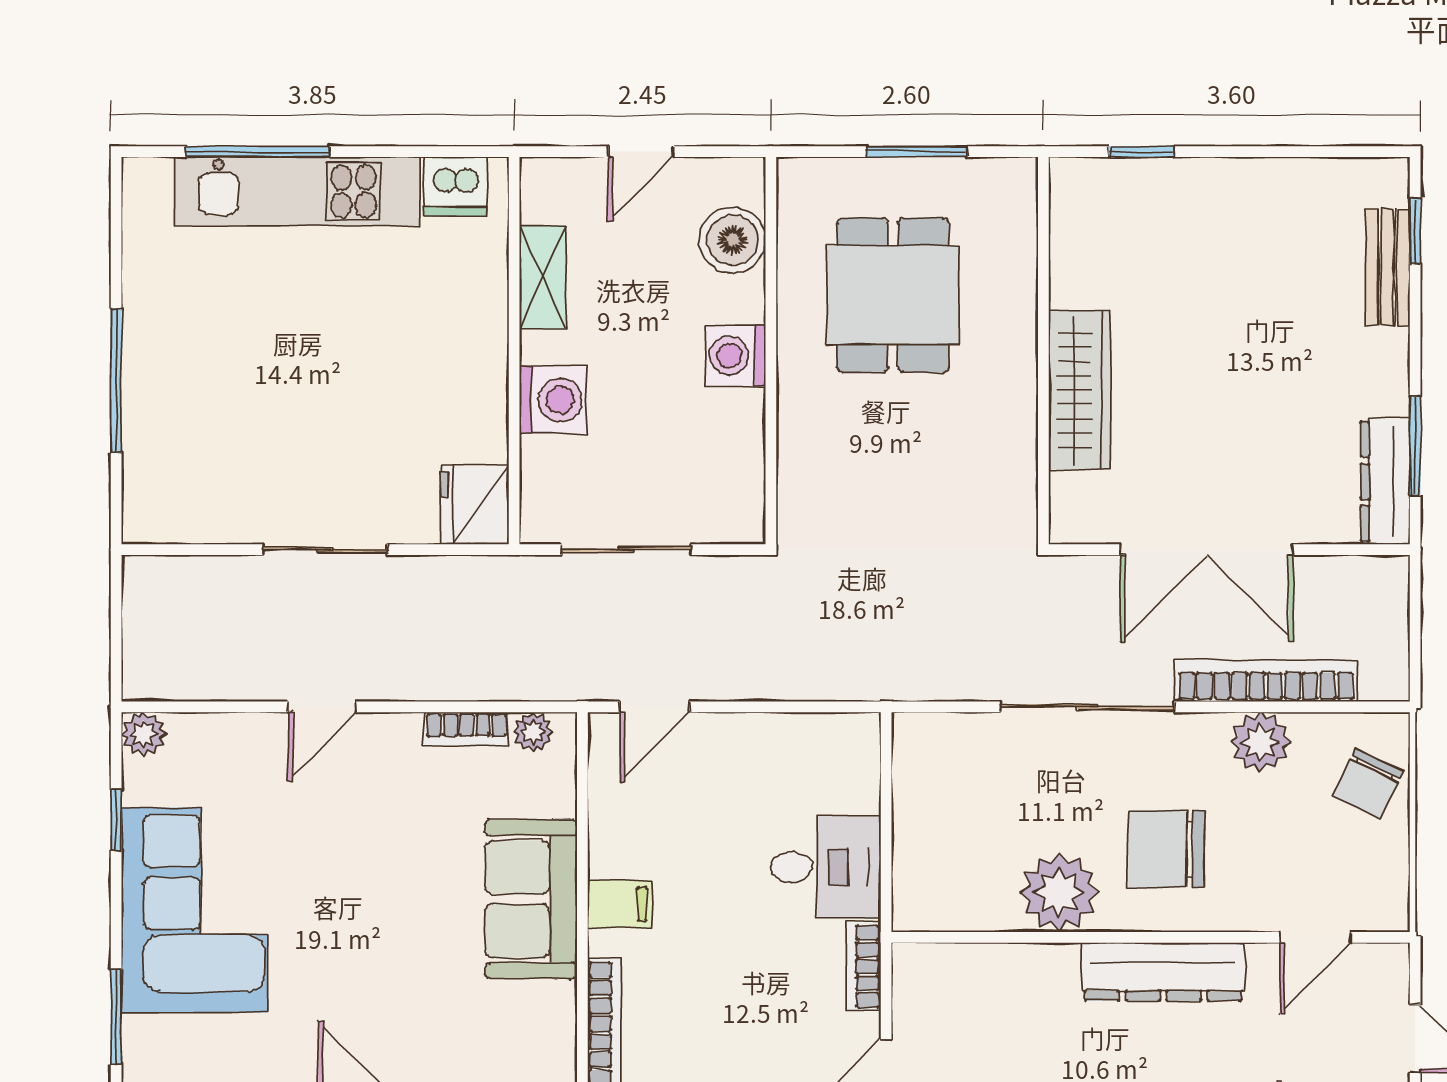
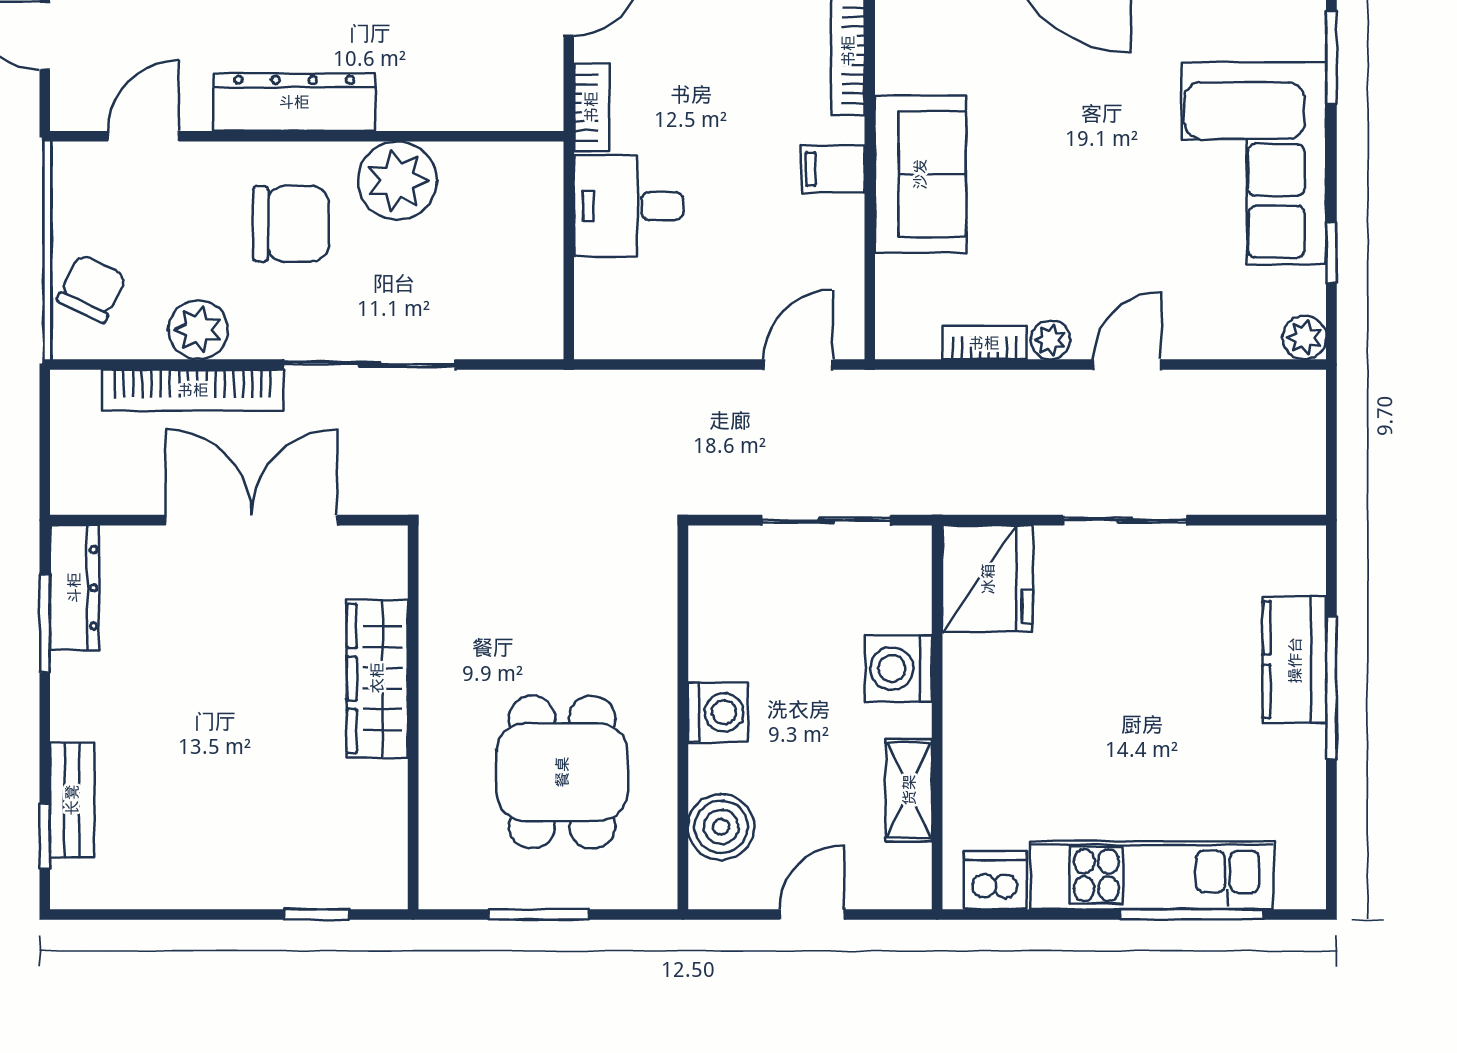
kitchen counter: (153, 409) -> (1295, 660), added
fridge: (475, 505) -> (988, 579), width x1.36, depth x1.34
plant: (533, 732) -> (1050, 340), moved

